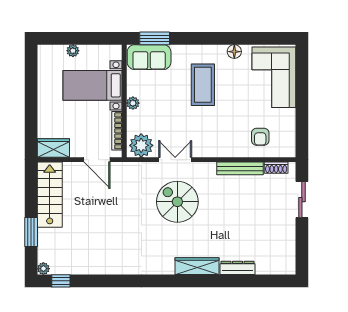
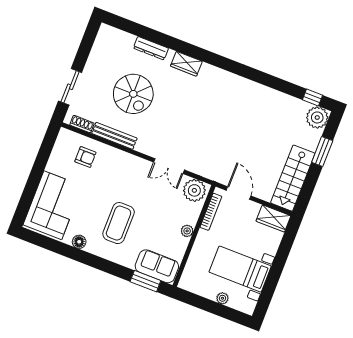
bed with nightstands: (92, 85) -> (240, 269), moved, turned 180
armchair: (260, 137) -> (85, 157), turned 90
spiral stairs: (177, 202) -> (133, 94), moved
wardrobe: (197, 266) -> (186, 64), width x0.67
plant: (43, 269) -> (317, 117), width x1.88, depth x1.88

